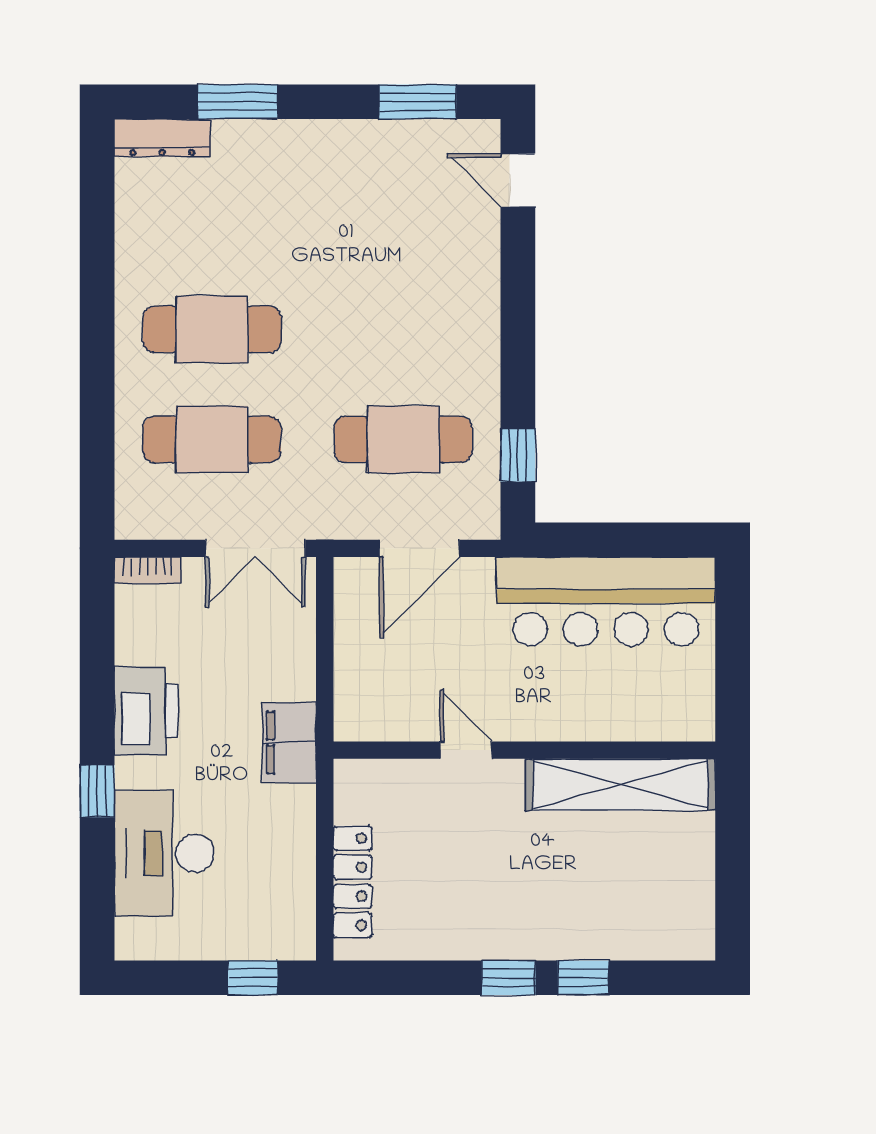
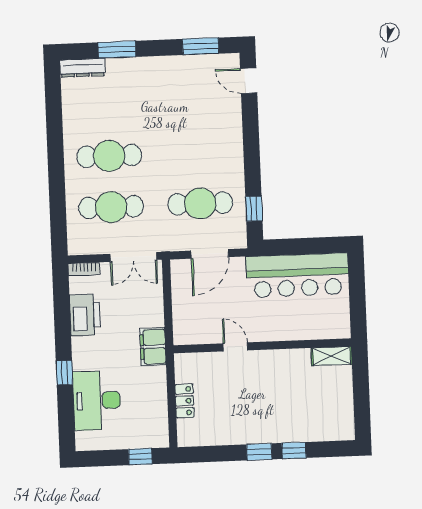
printer: (146, 711) -> (85, 315), moved
shelving: (620, 785) -> (332, 356), width x0.45, depth x0.75
locker: (353, 882) -> (185, 401), width x0.66

